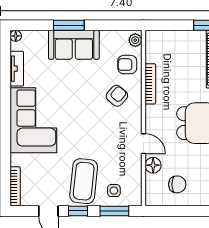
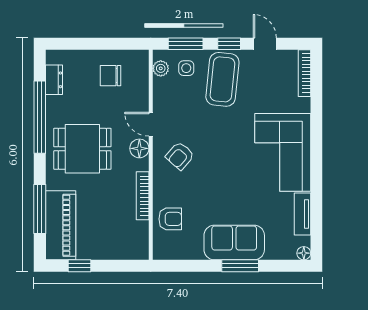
plant: (135, 40) -> (161, 68), moved
armchair: (117, 96) -> (180, 156), moved
floor lamp: (153, 165) -> (139, 148), moved

